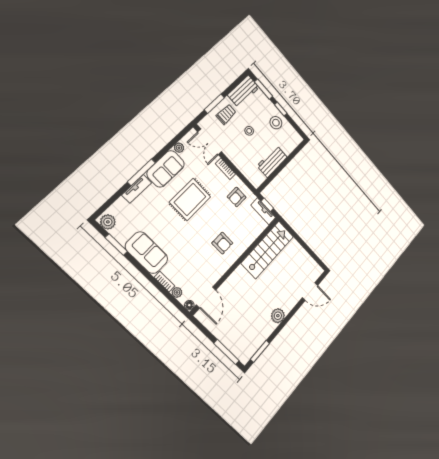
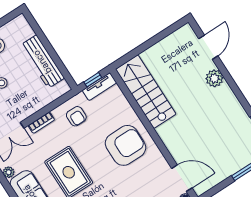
workbench: (272, 161) -> (42, 62), width x1.38
armchair: (222, 243) -> (126, 145), width x1.88, depth x1.88
plant: (278, 316) -> (214, 78), moved

